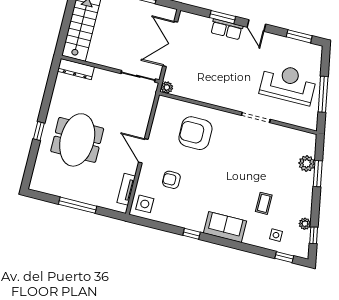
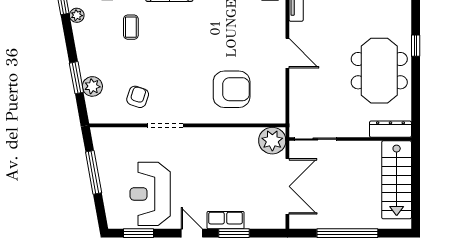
reception desk: (288, 84) -> (150, 194), moved, turned 90
plant: (167, 87) -> (272, 141), width x1.88, depth x1.88
meeting table: (77, 140) -> (379, 71), moved
armchair: (171, 180) -> (138, 97), moved, turned -72

